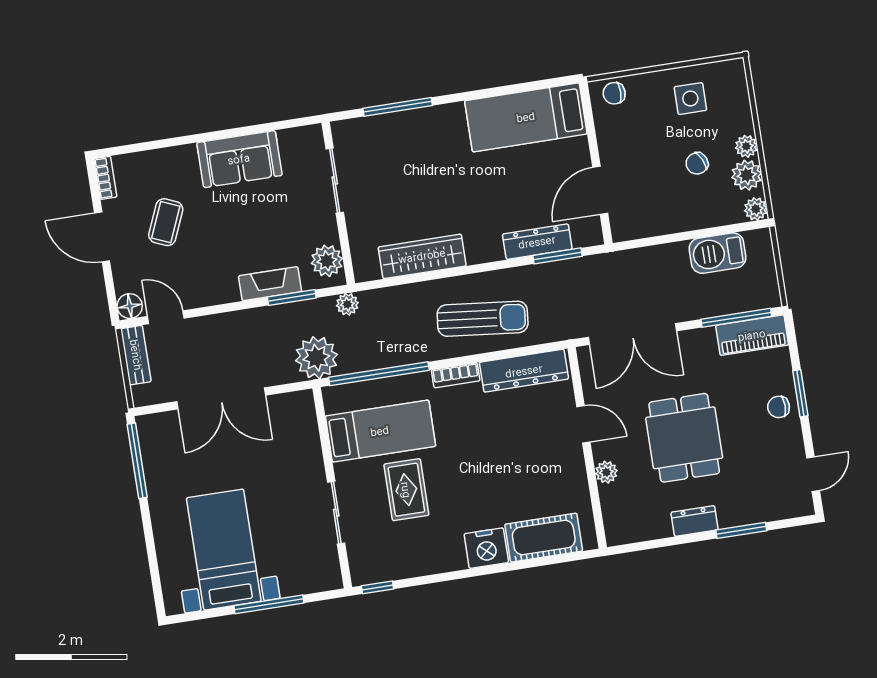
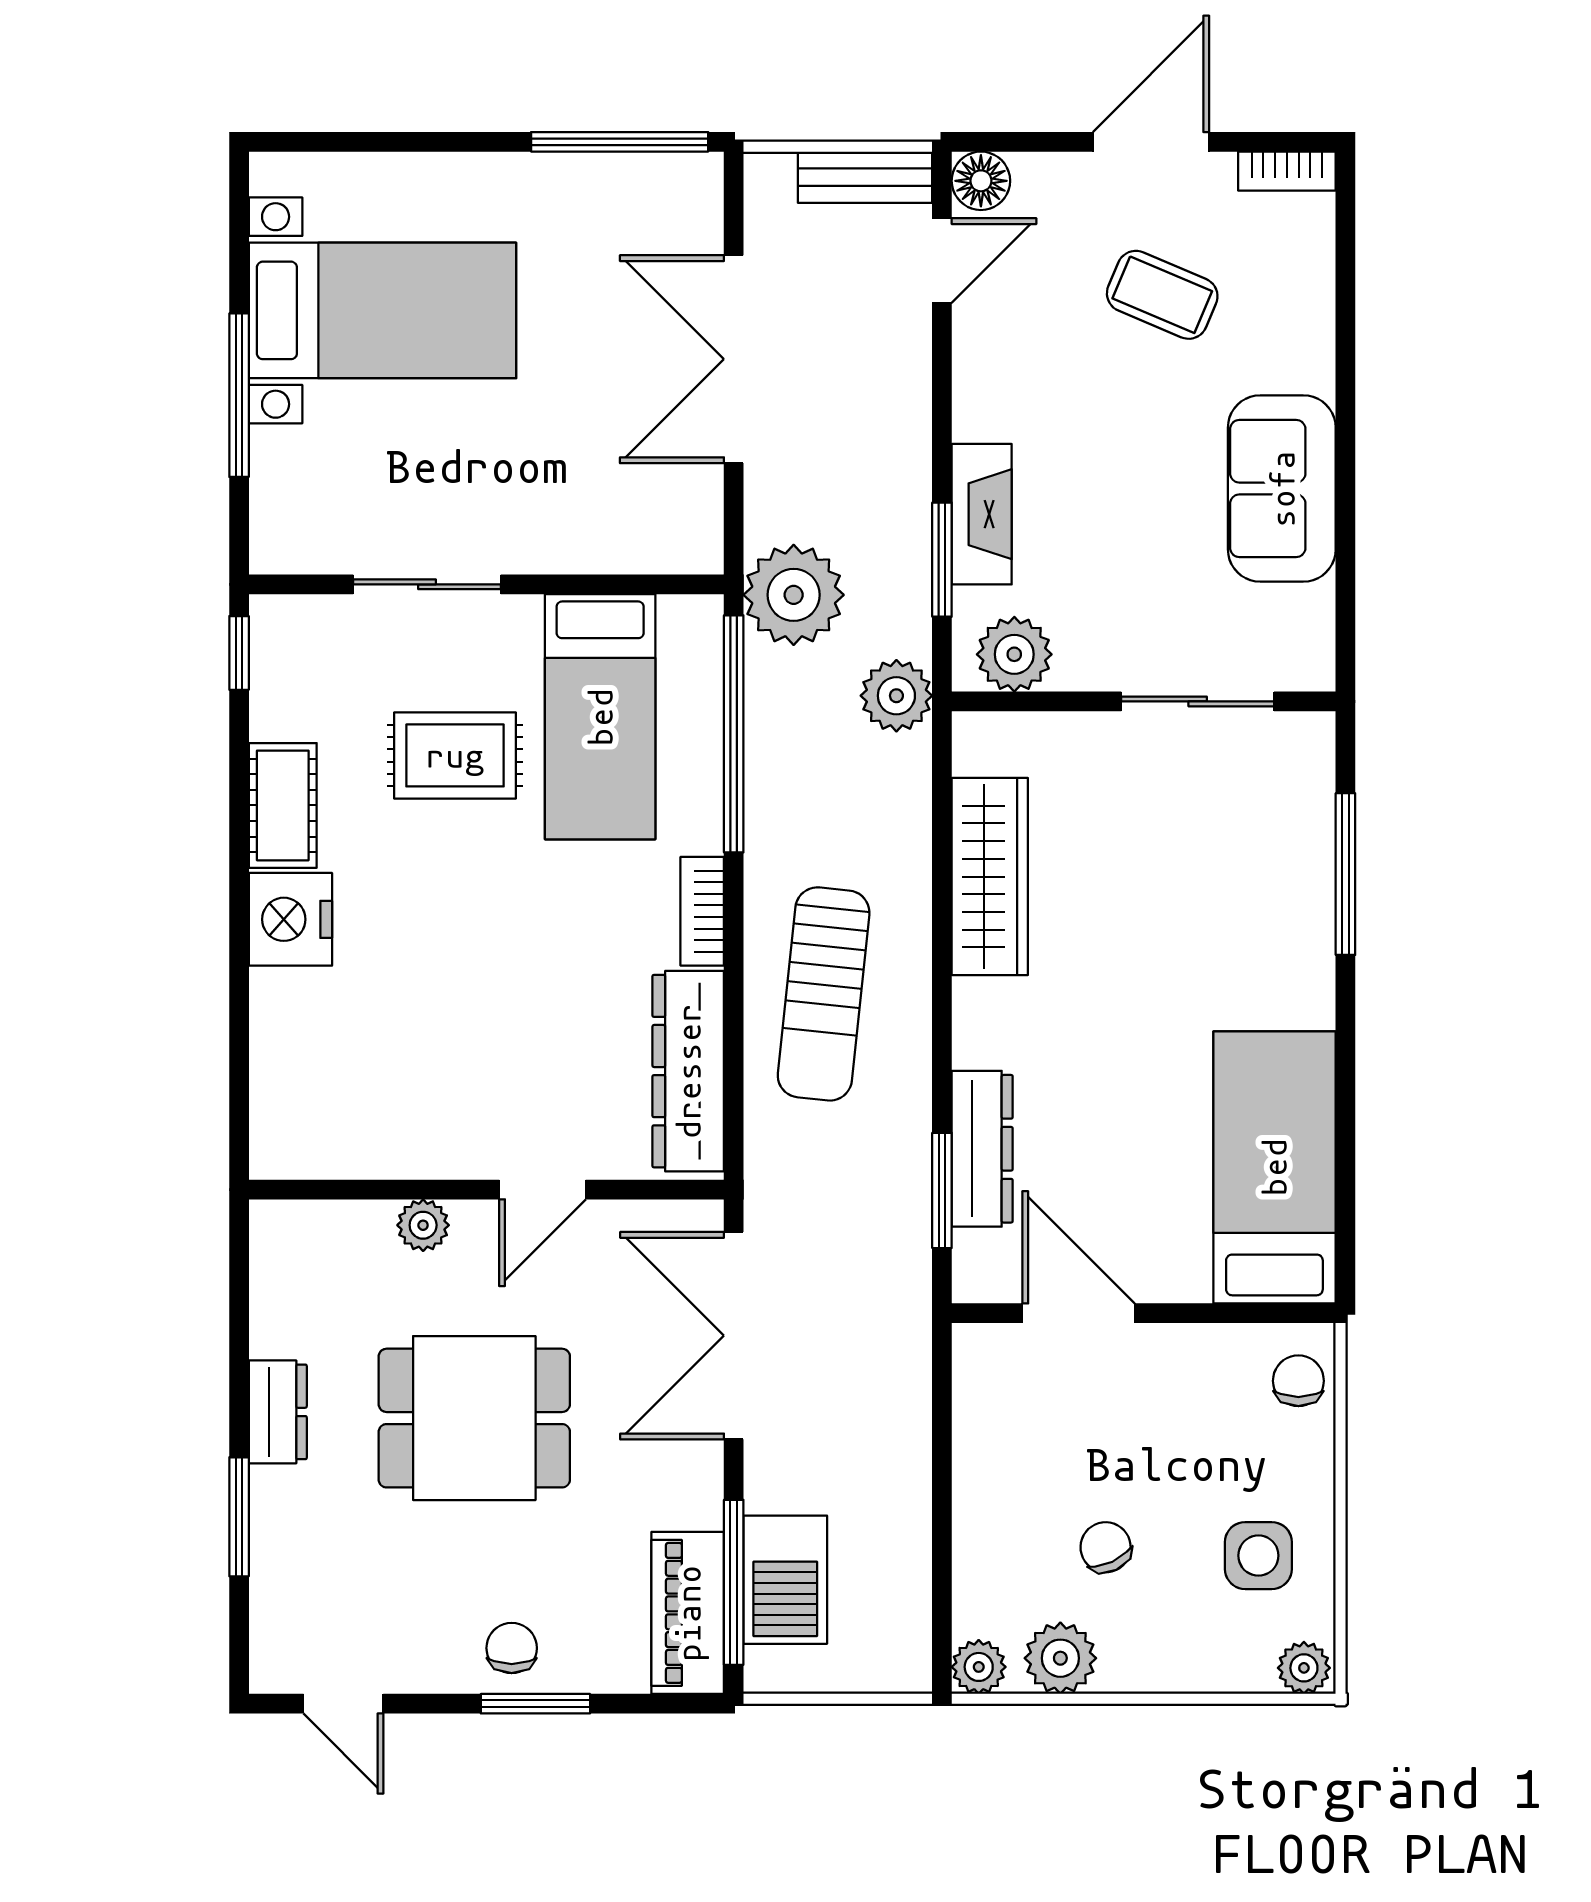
plant: (746, 146) -> (1304, 1668), moved
barbecue: (718, 253) -> (785, 1580), moved, turned 180
plant: (347, 304) -> (896, 696), width x1.38, depth x1.38
cot: (544, 538) -> (283, 805), moved, width x0.73, depth x0.75

